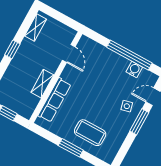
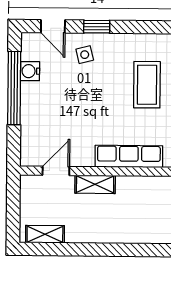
window: (12, 49) -> (91, 250), removed
shelving: (42, 84) -> (95, 184), moved
window: (139, 122) -> (97, 27), width x0.67

